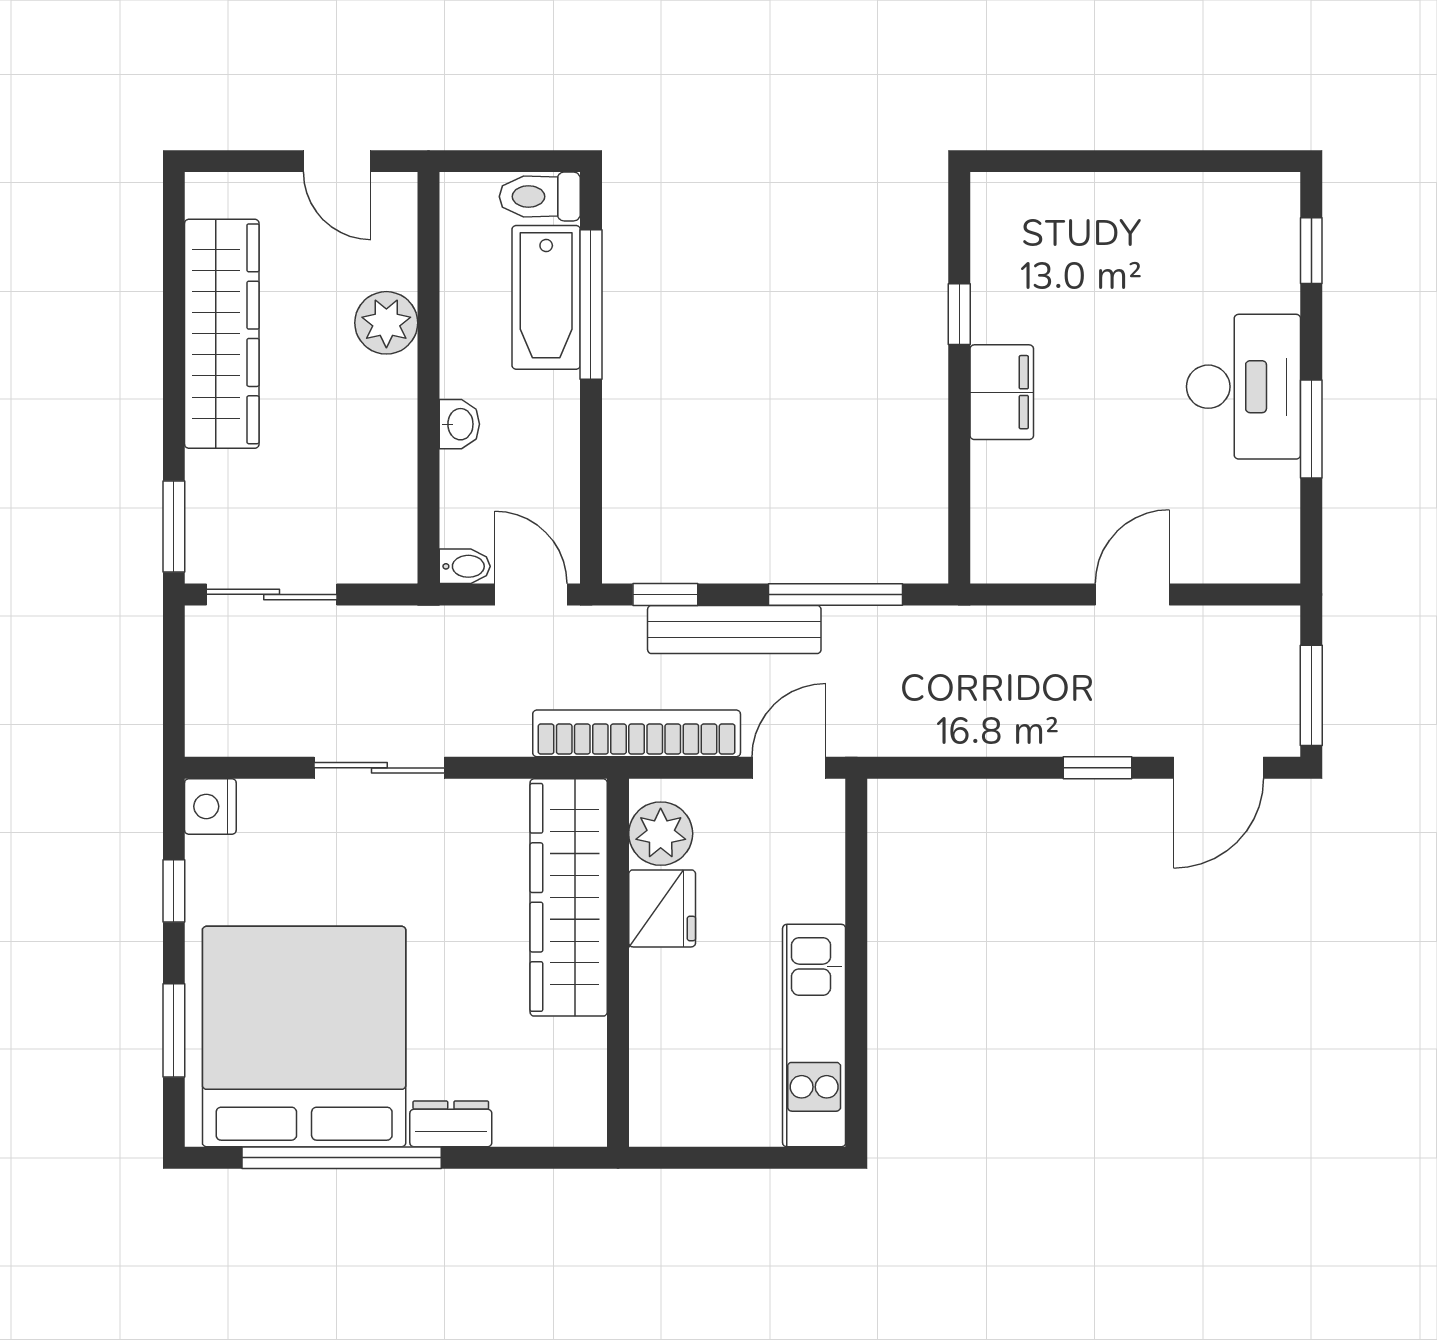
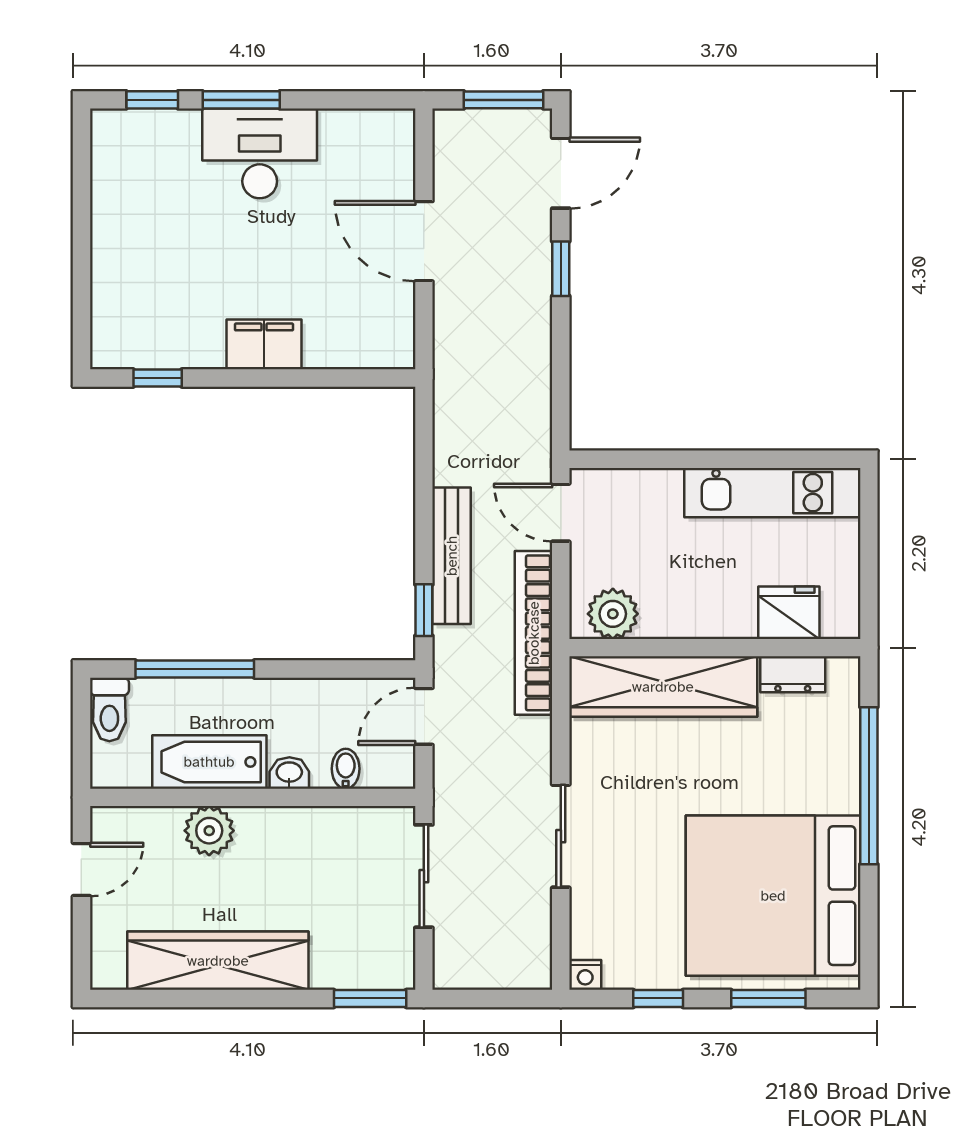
bathtub: (546, 297) -> (209, 762), moved, turned 180
window: (959, 314) -> (158, 378), moved
window: (1311, 429) -> (241, 100), moved
bidet: (465, 566) -> (346, 769), moved
sliding door: (272, 594) -> (424, 876), moved
window: (836, 594) -> (424, 476), removed
door: (1132, 594) -> (424, 241), width x1.38
door: (1219, 768) -> (561, 173), hinge flipped
nightstand: (210, 806) -> (585, 975), width x0.72, depth x0.74
fridge: (662, 908) -> (789, 613), moved
dresser: (451, 1124) -> (793, 674), moved, turned -90
window: (342, 1158) -> (869, 786), moved

